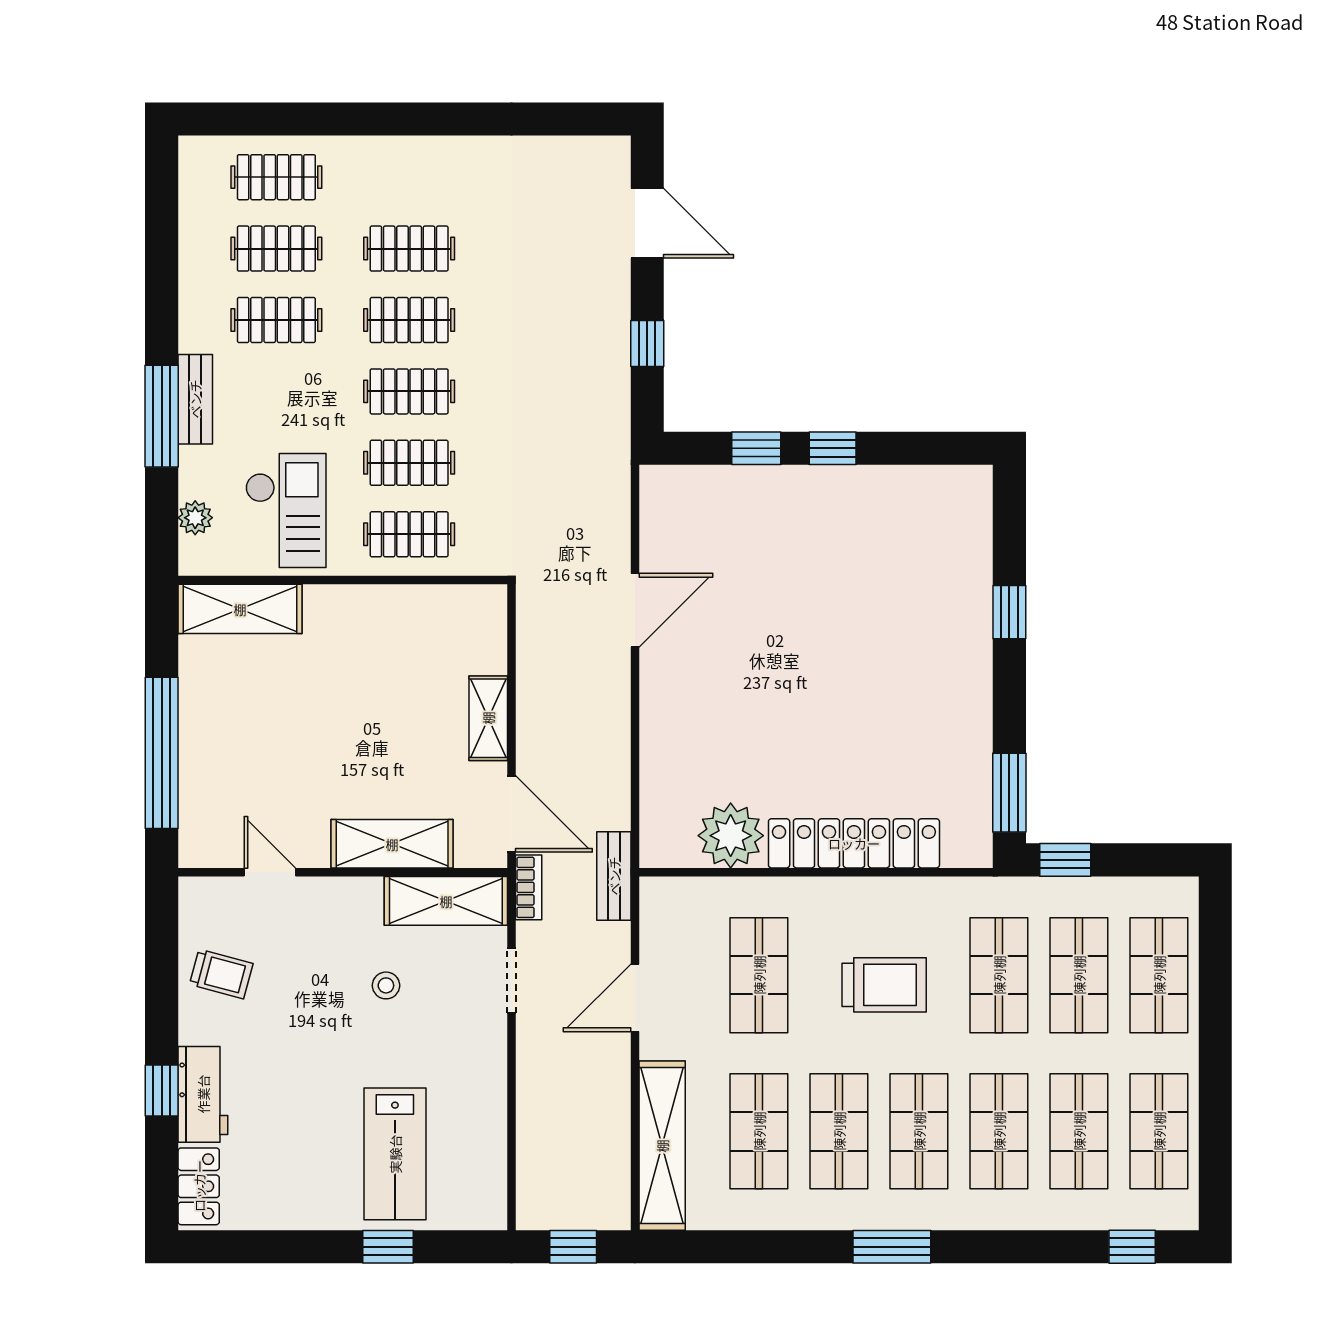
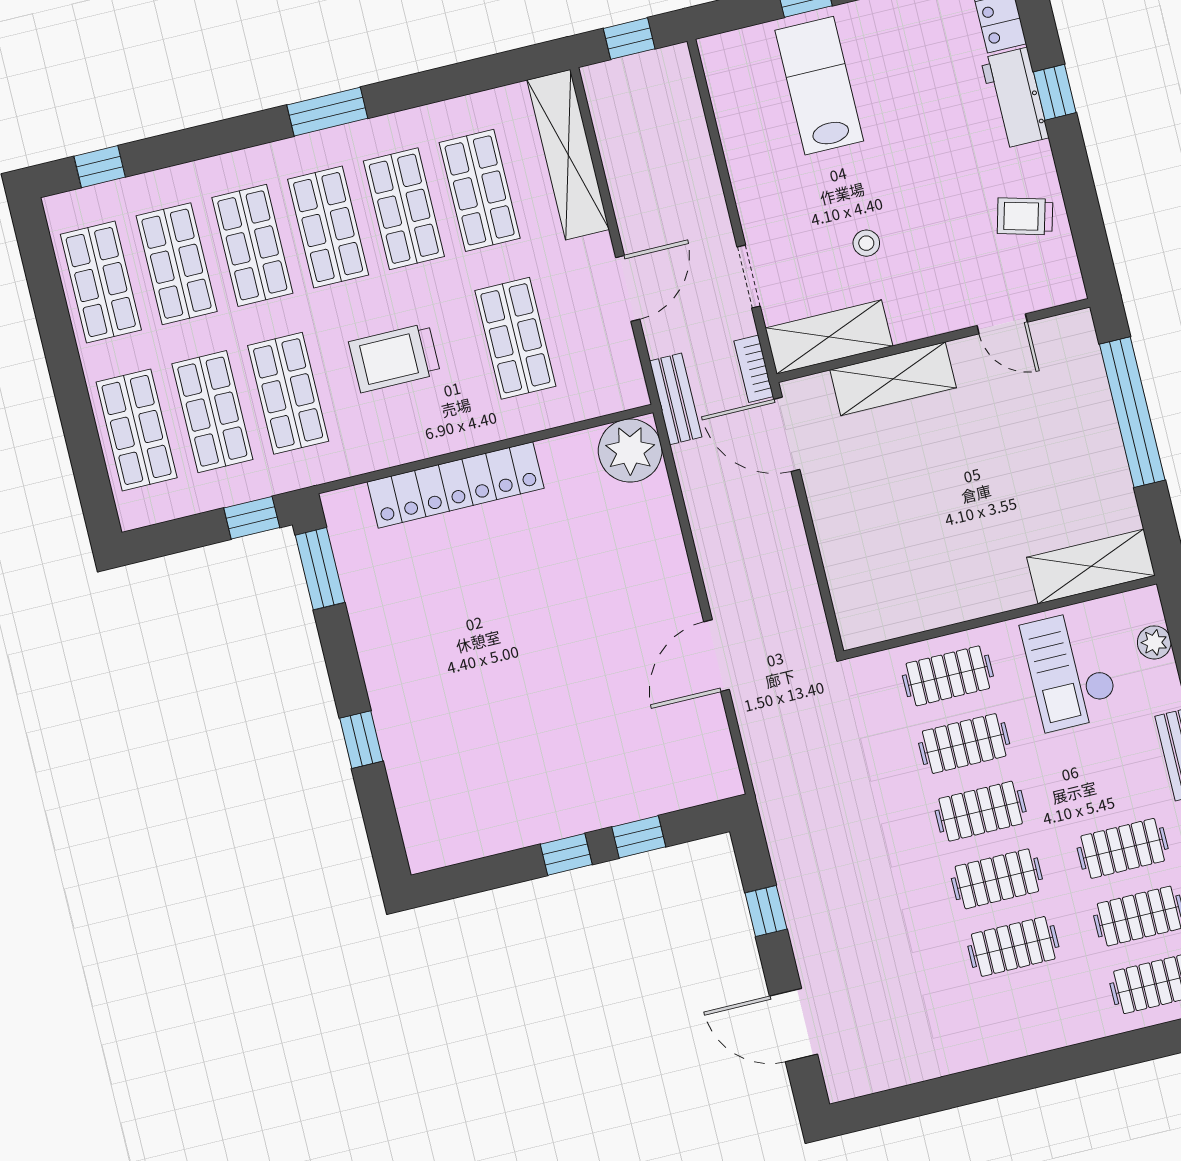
shelving: (488, 718) -> (831, 520), removed
plant: (731, 836) -> (630, 451), moved

